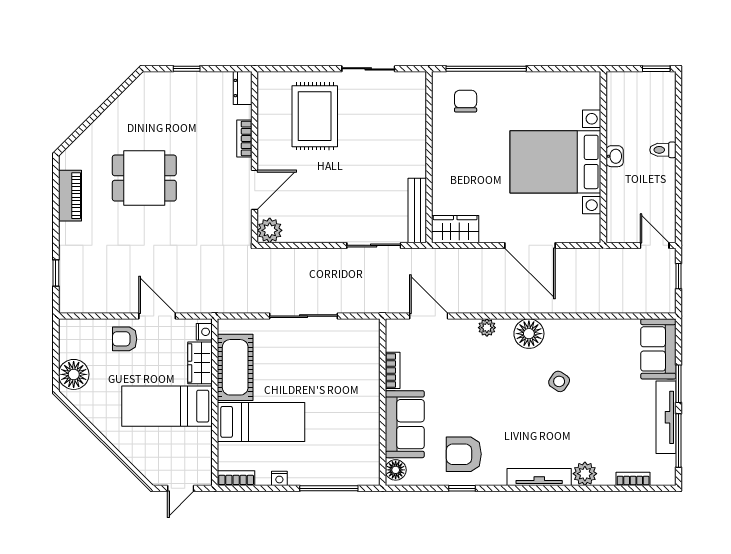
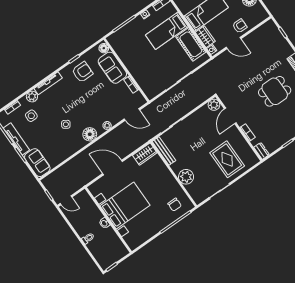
plant: (410, 137) -> (186, 177), added
side table: (610, 440) -> (31, 116), added

